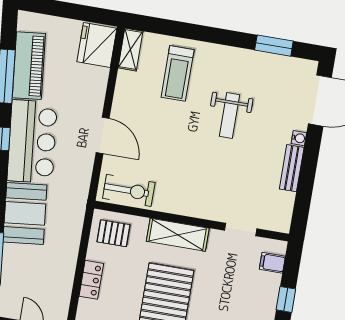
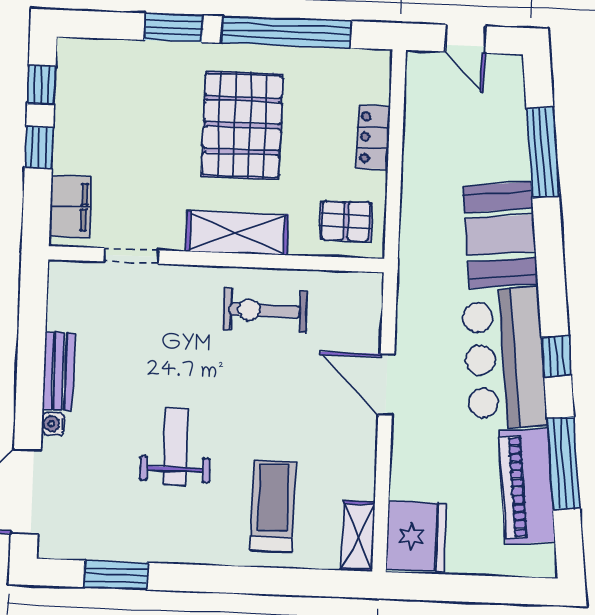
exercise bike: (129, 190) -> (265, 310), moved
filing cabinet: (272, 263) -> (70, 207), width x2.00

